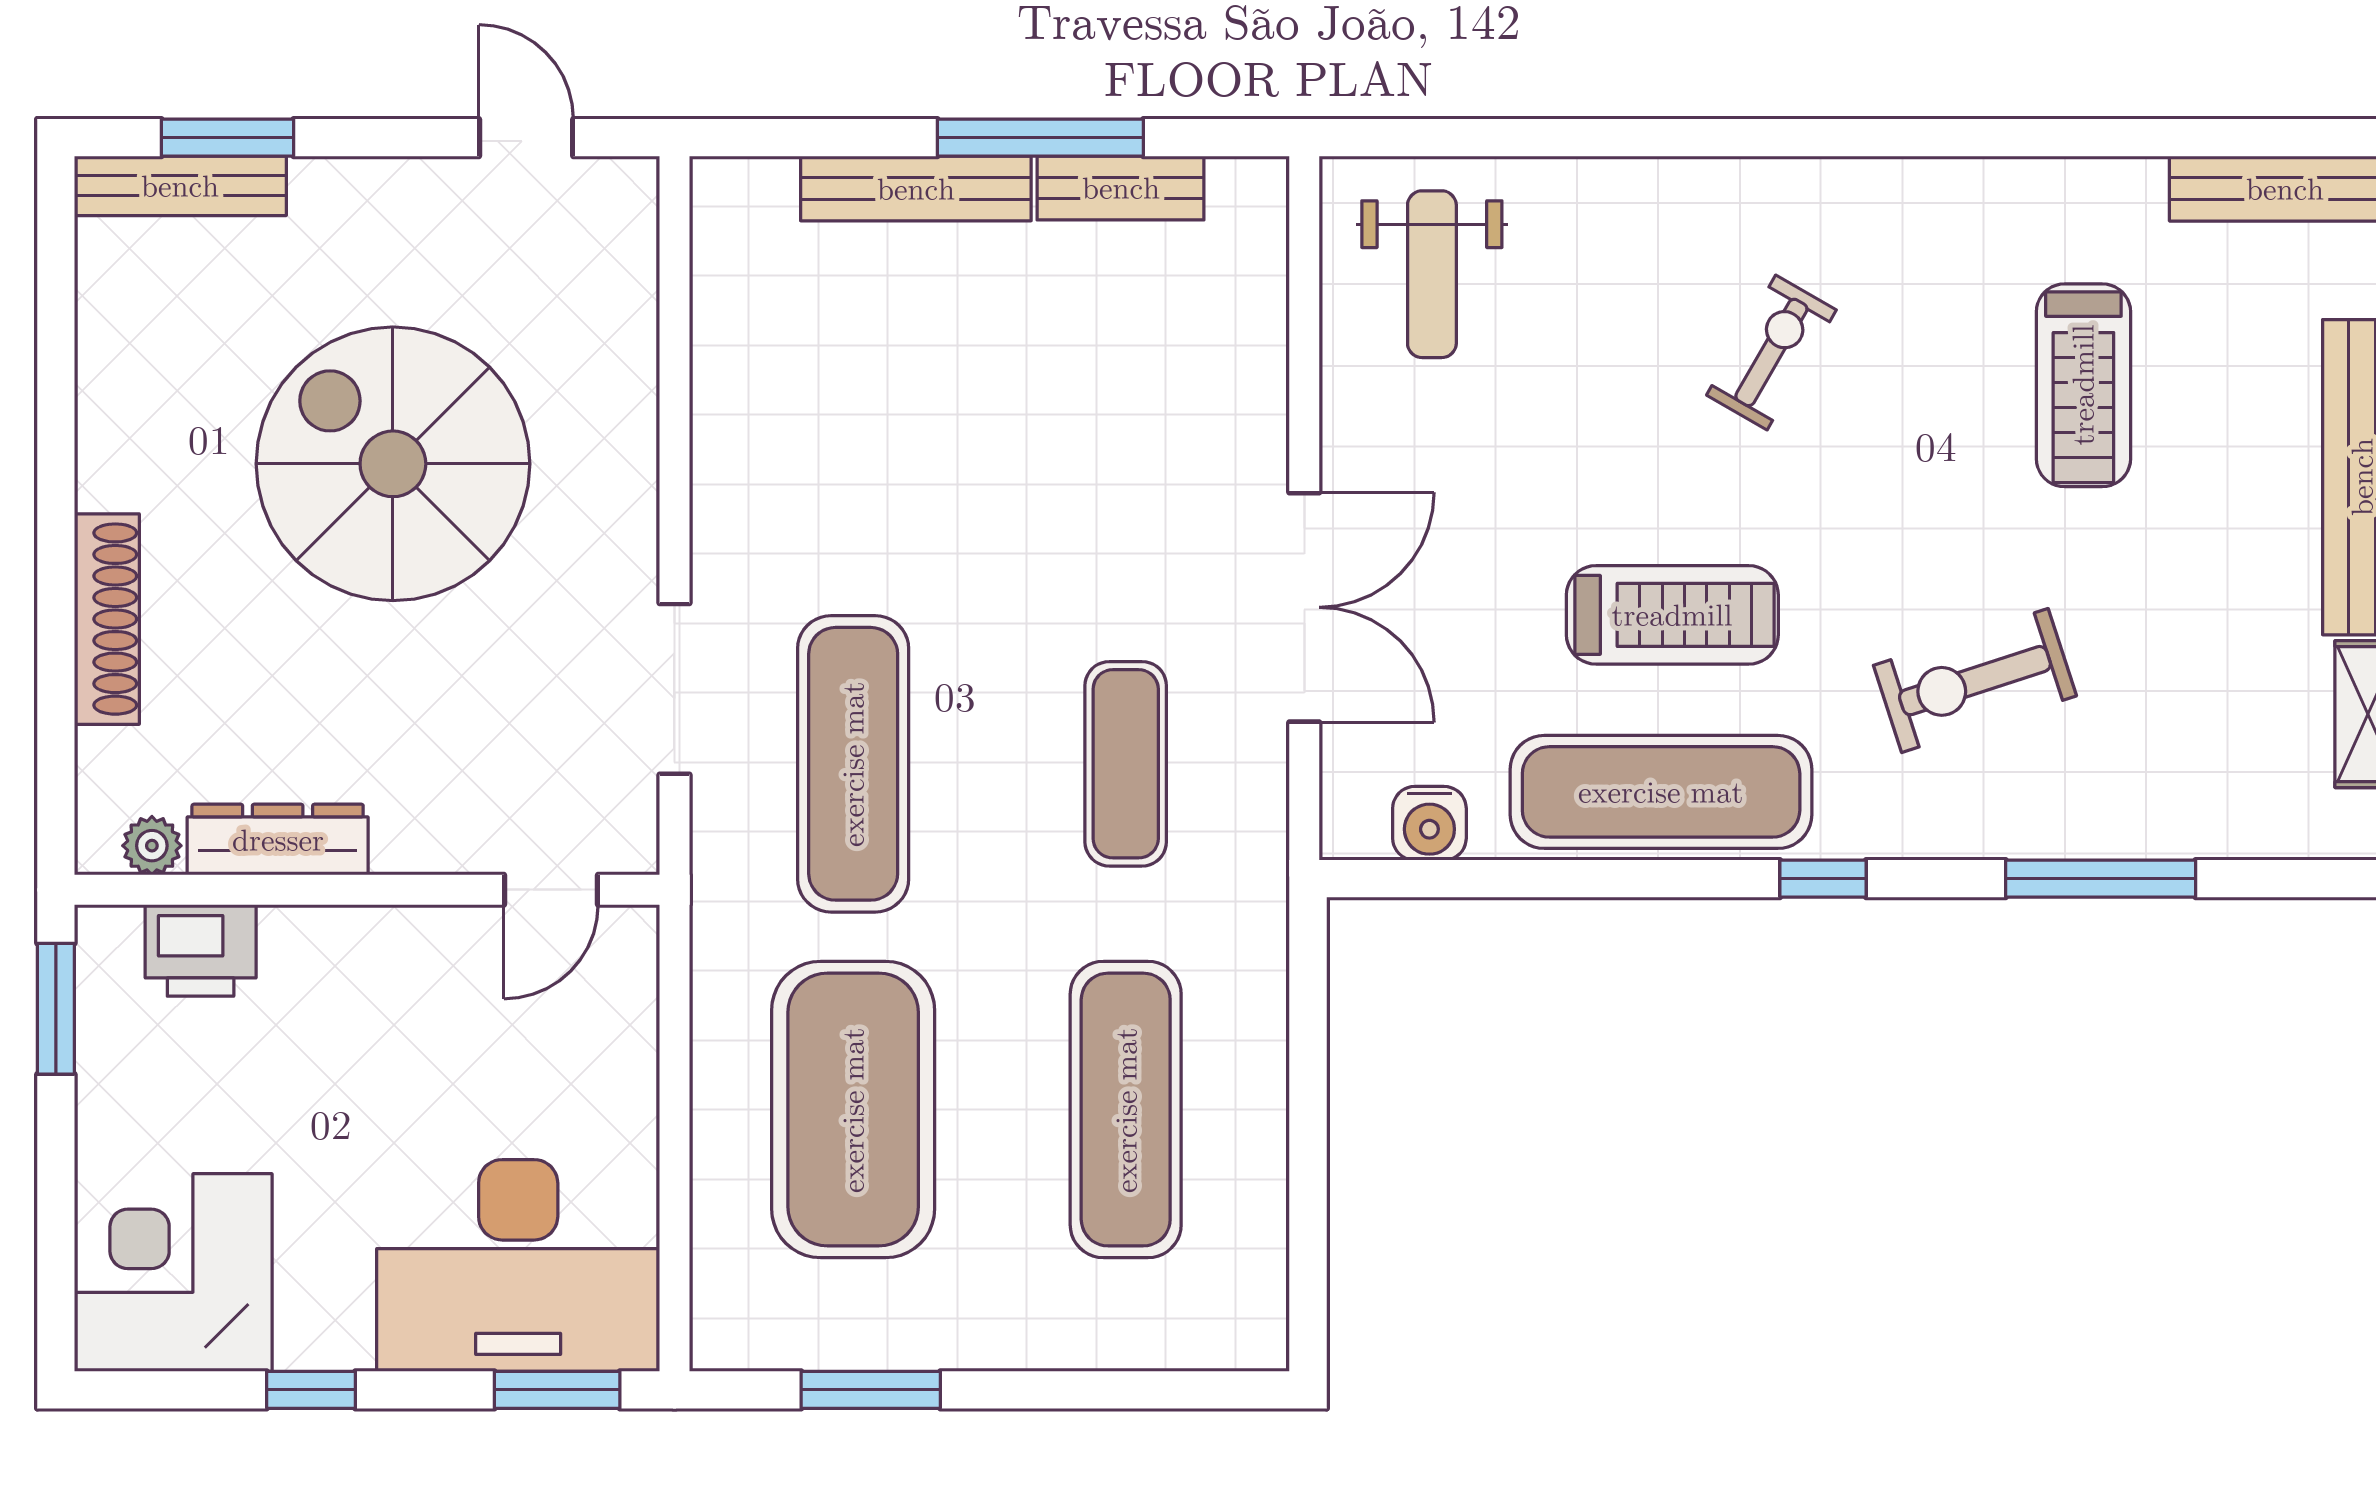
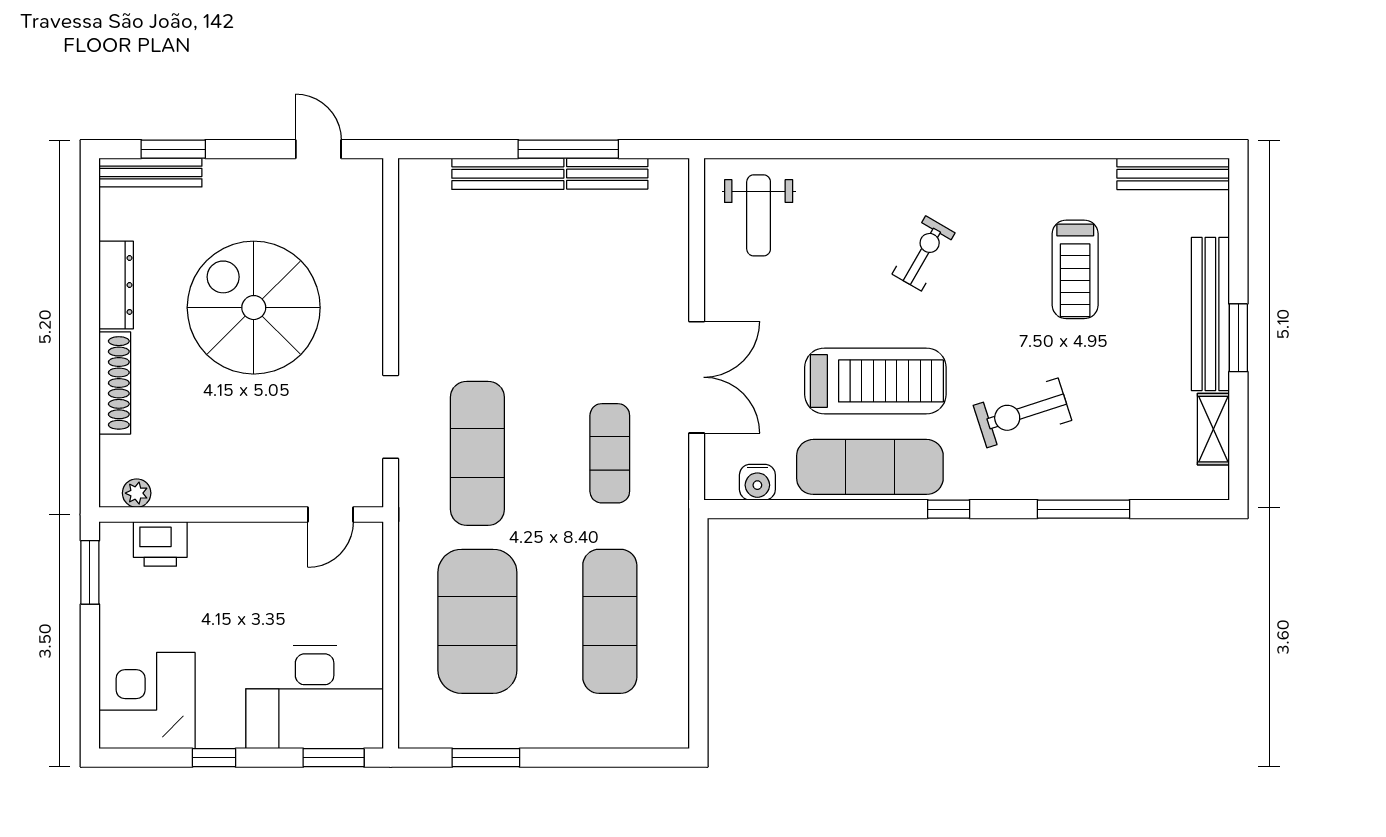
treadmill: (1672, 615) -> (875, 381), width x1.37, depth x1.38
dresser: (278, 840) -> (116, 285), moved, turned 90

